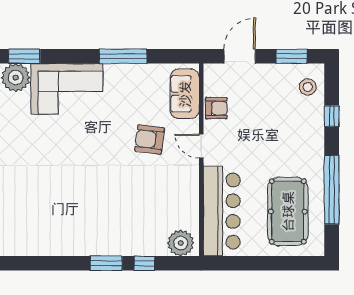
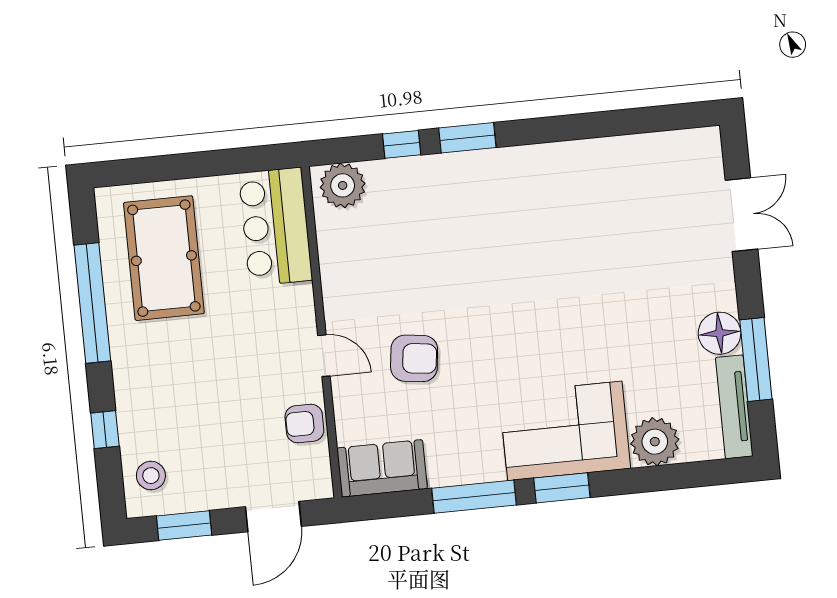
window: (24, 56) -> (562, 488), moved
sofa: (185, 94) -> (382, 468), moved, turned -90
bar counter: (222, 211) -> (275, 227), width x0.73

